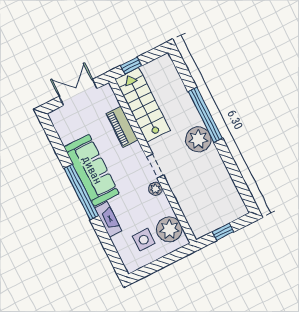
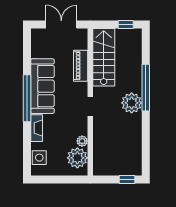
window: (131, 66) -> (126, 24), moved
plant: (155, 189) -> (82, 141), moved
window: (223, 232) -> (127, 179), moved
side table: (144, 240) -> (39, 158), moved

